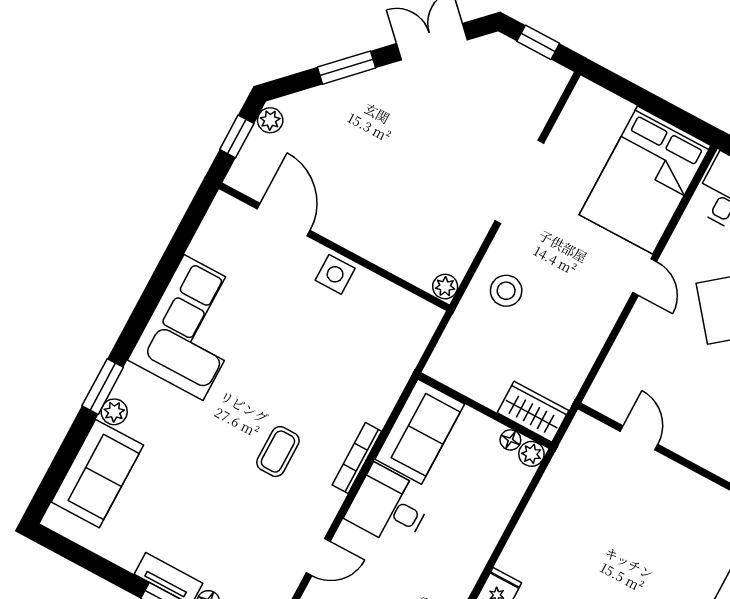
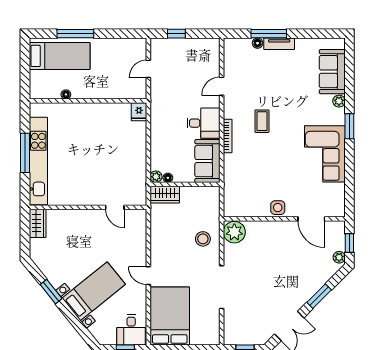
plant: (445, 287) -> (234, 232), width x1.88, depth x1.88
window: (103, 387) -> (349, 126), moved

